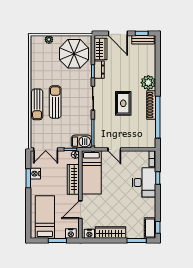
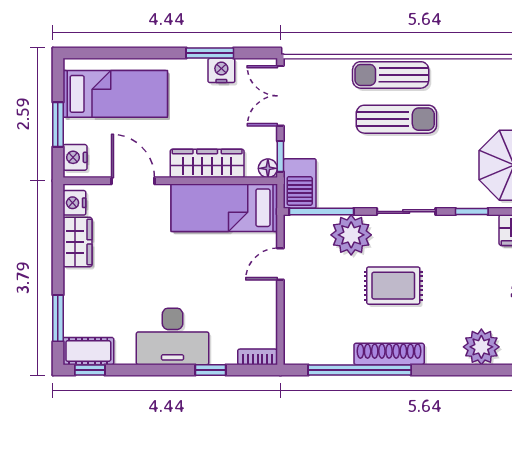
dresser: (99, 70) -> (476, 227), removed
plant: (148, 83) -> (481, 347), moved
plant: (103, 121) -> (351, 235), added
desk: (144, 182) -> (173, 336), moved
wardrobe: (110, 232) -> (77, 242), width x0.67

